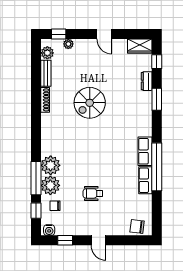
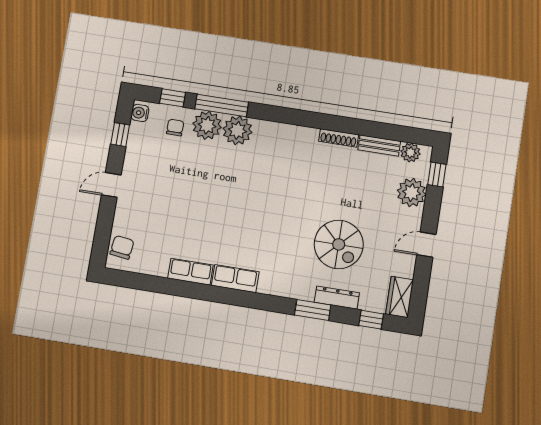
plant: (68, 44) -> (412, 193), width x1.88, depth x1.88
dresser: (147, 81) -> (337, 298), width x1.44
spiral stairs: (90, 103) -> (339, 244), moved, turned 180
window: (157, 167) -> (208, 293), removed
wheelchair: (93, 193) -> (184, 188), removed

